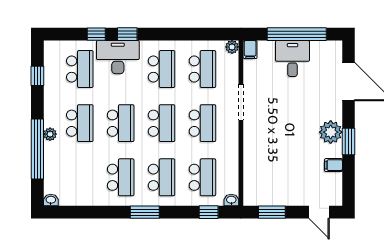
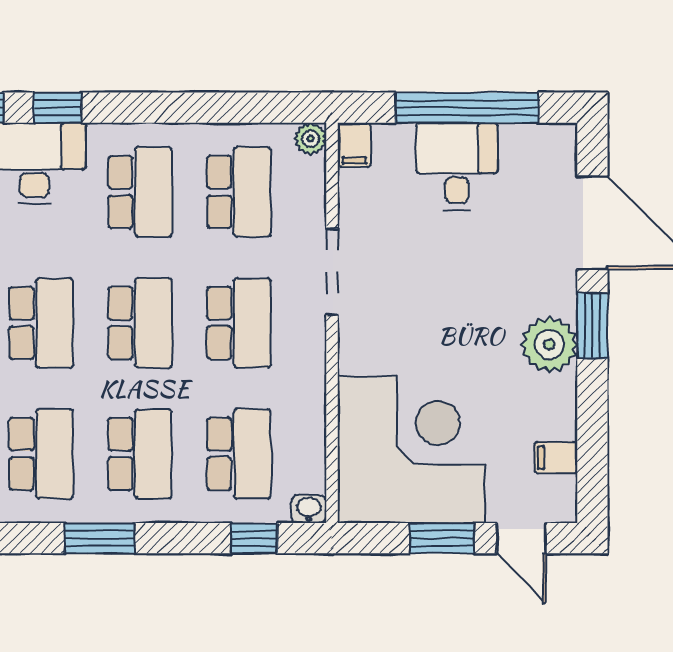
window: (348, 141) -> (592, 326), moved
filing cabinet: (333, 165) -> (556, 458), moved
corner desk: (274, 176) -> (411, 450), added
window: (272, 212) -> (442, 538), moved

